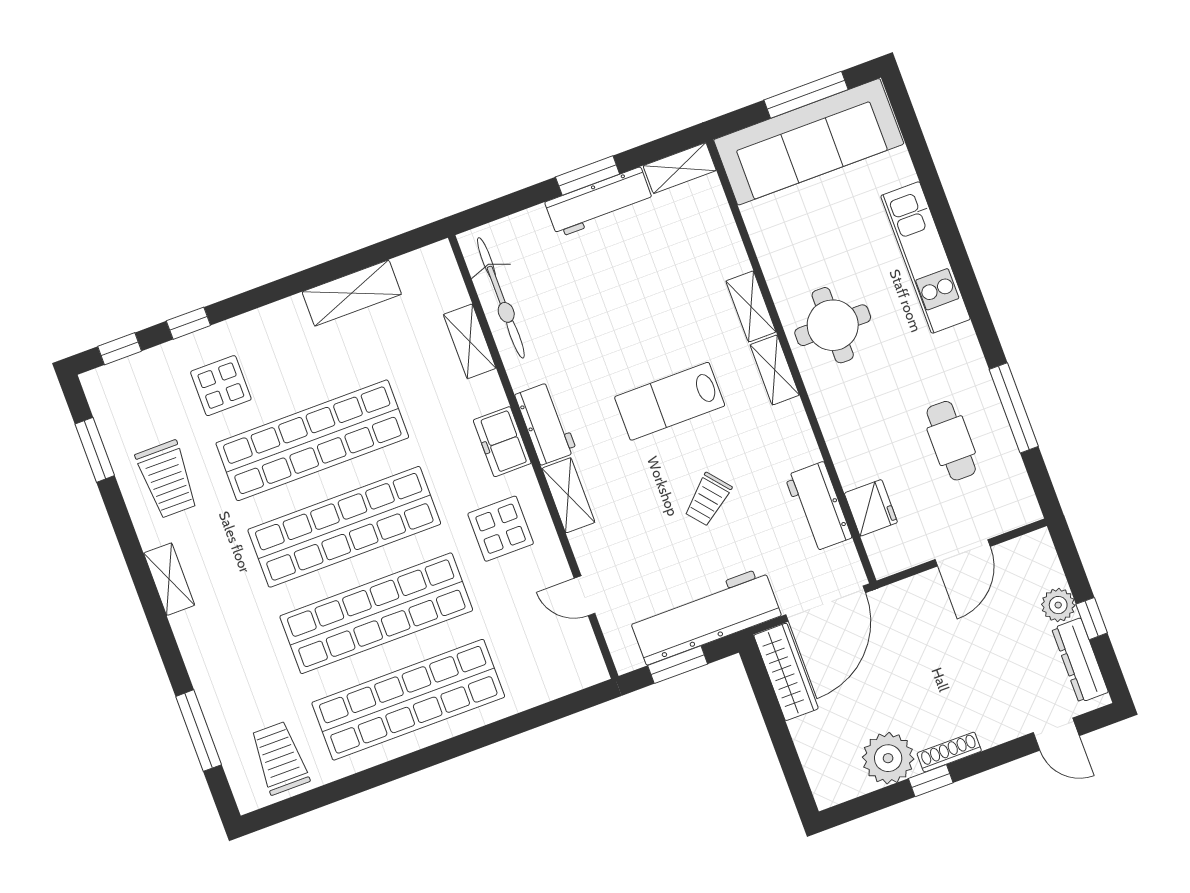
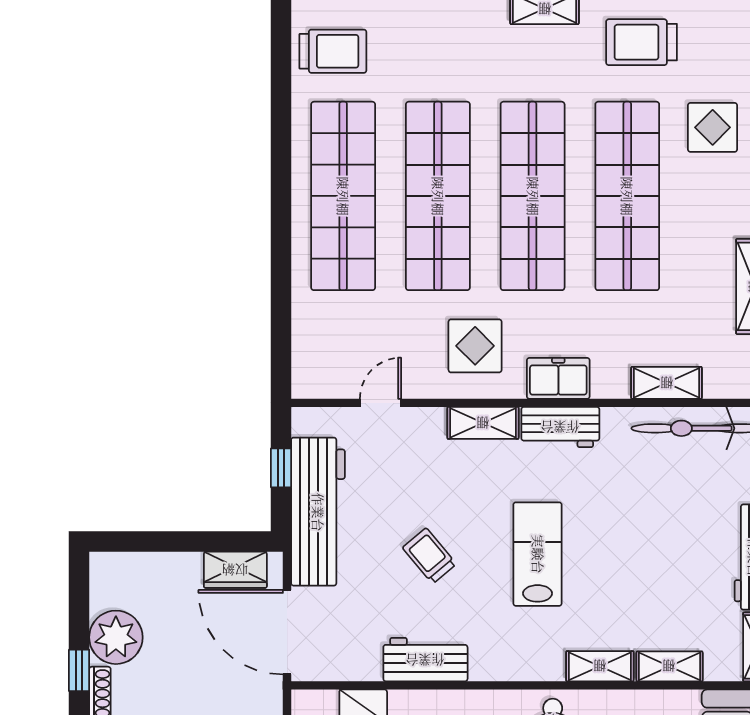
shelving: (775, 370) -> (669, 666), moved
workbench: (818, 507) -> (425, 660), moved
window: (678, 665) -> (281, 468), width x0.67
wardrobe: (786, 672) -> (235, 570), width x0.67

